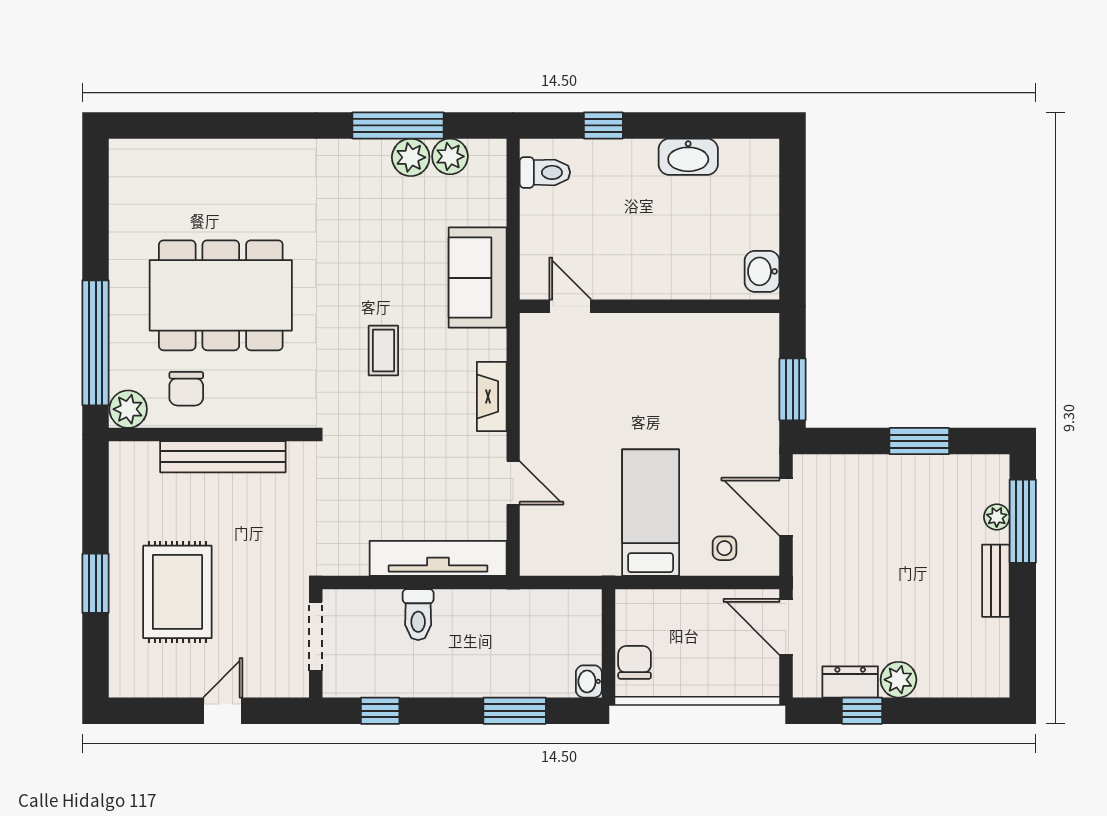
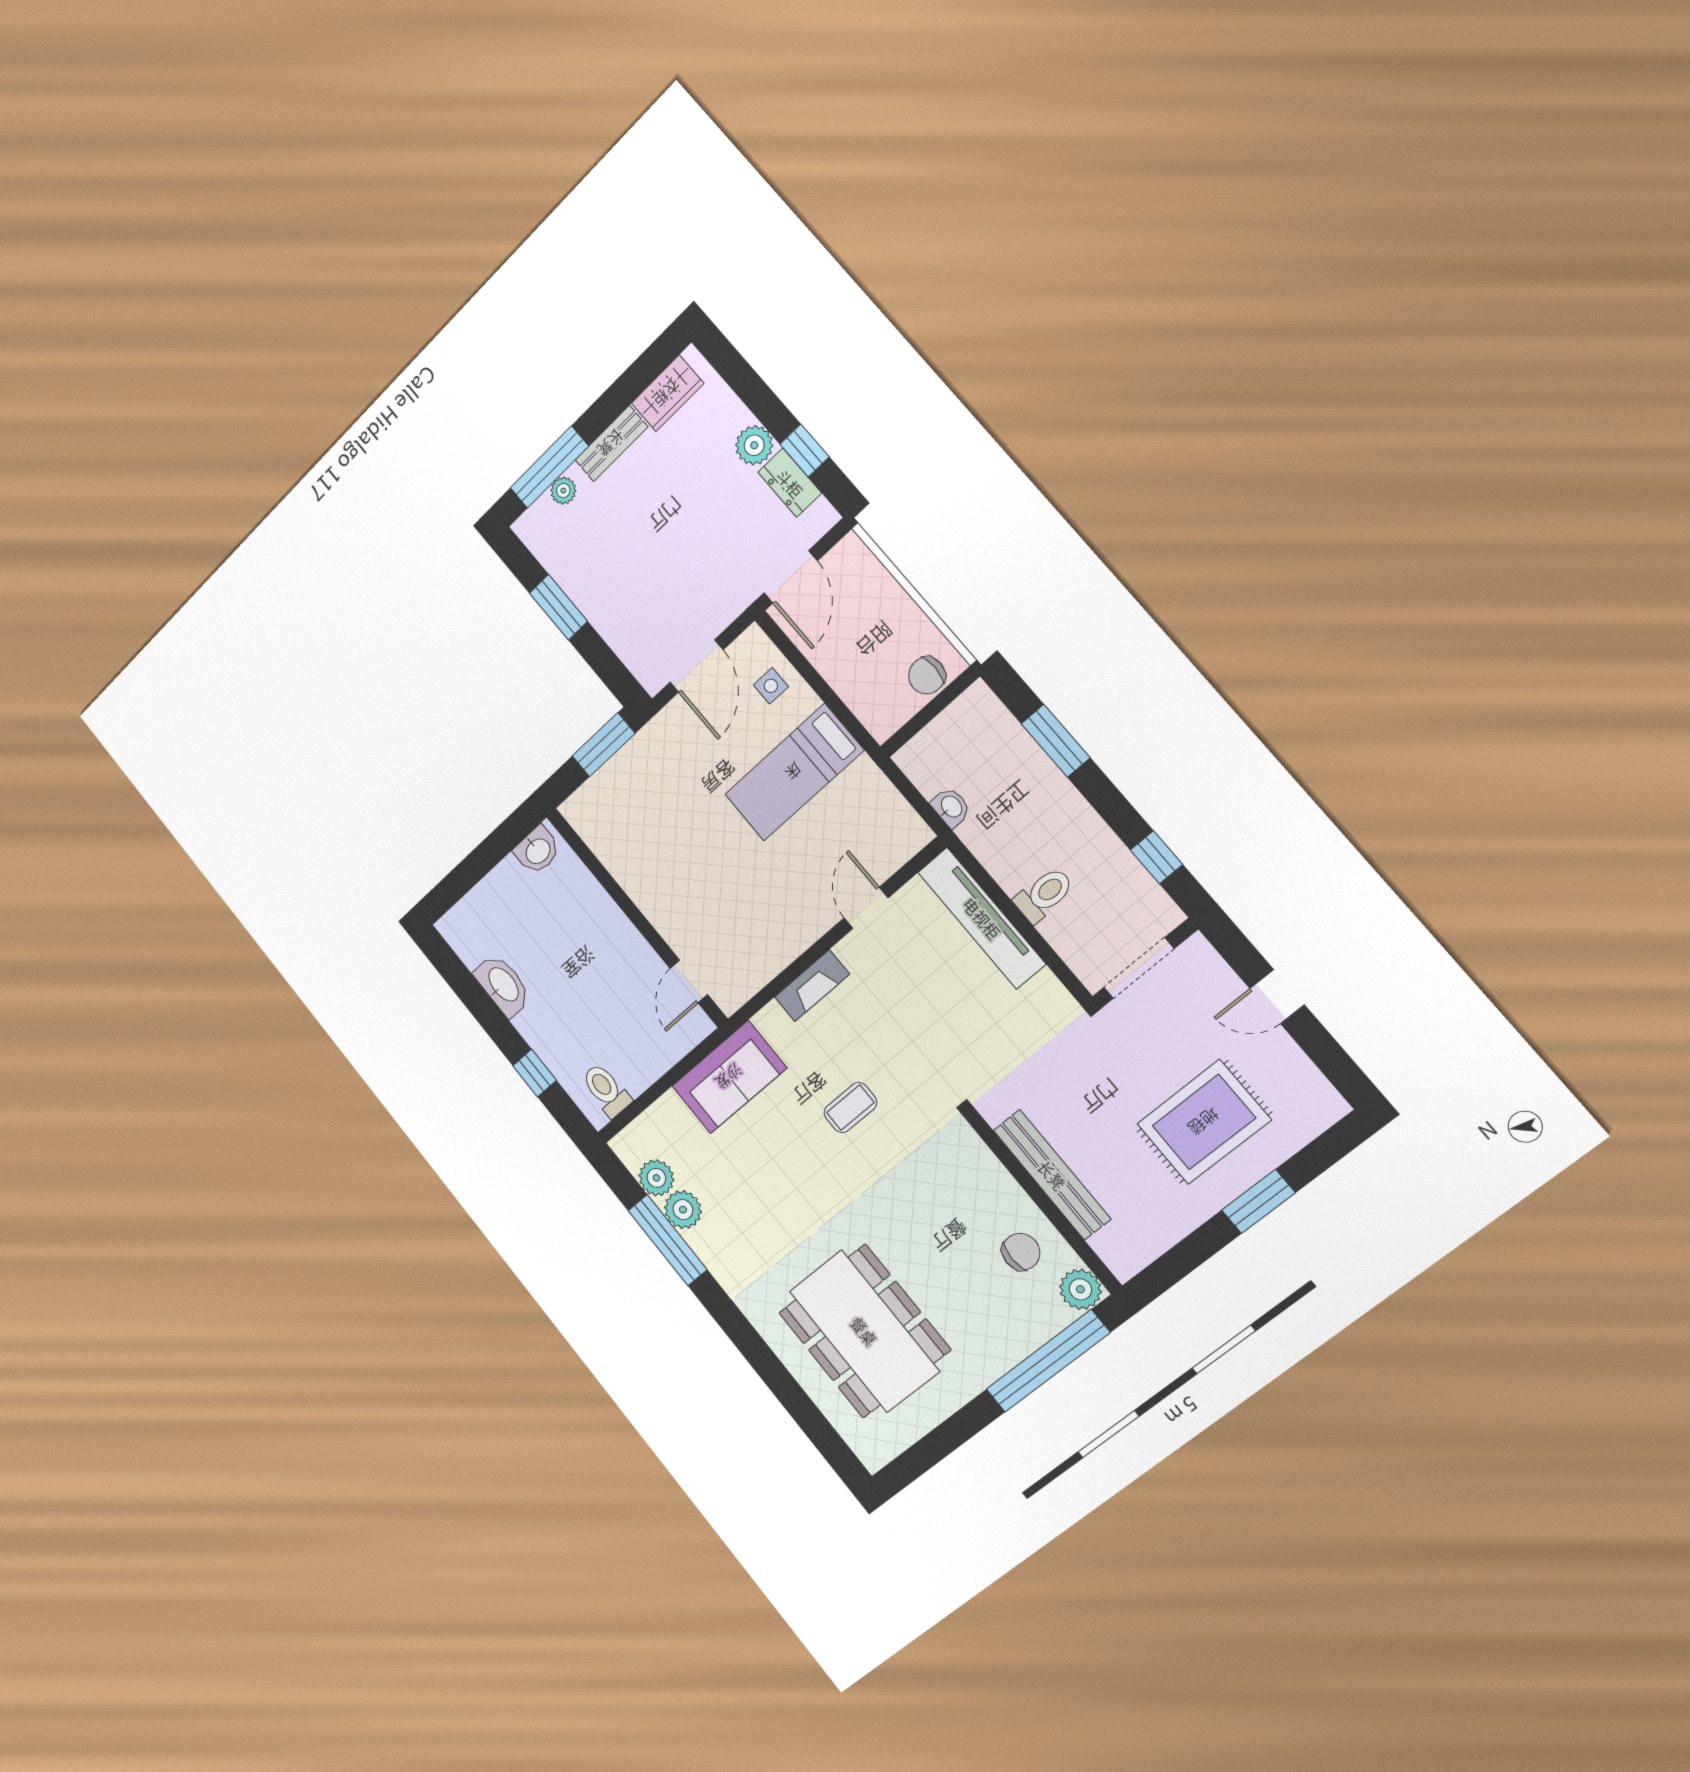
dining table: (221, 295) -> (864, 1331), moved
wardrobe: (991, 651) -> (667, 393), added
washbasin: (589, 681) -> (951, 807), moved, turned -90

